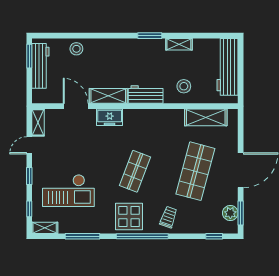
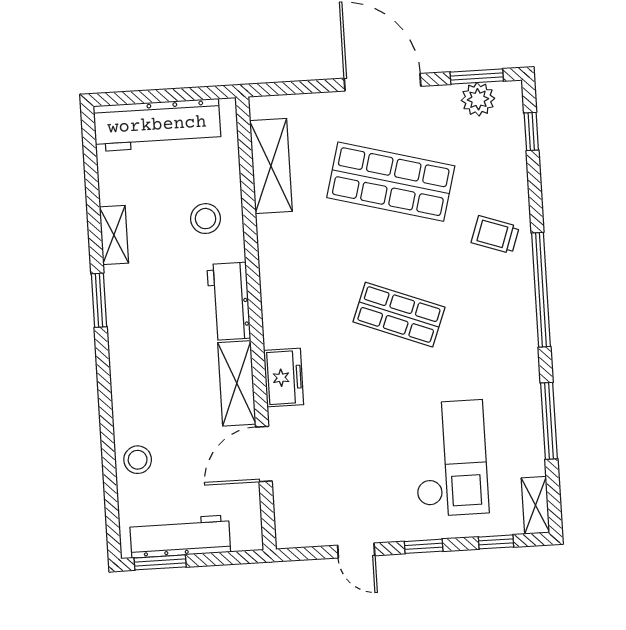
shelving: (38, 122) -> (305, 534), removed
display table: (129, 216) -> (499, 322), removed

